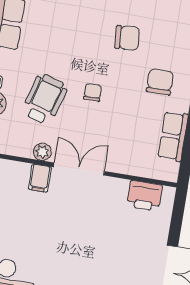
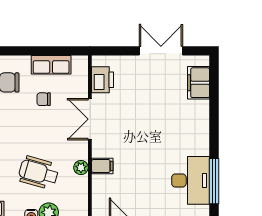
chair: (93, 92) -> (44, 99), moved
double door: (79, 169) -> (90, 119), moved

